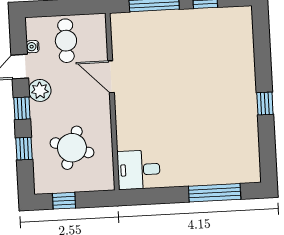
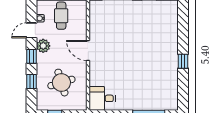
door: (111, 77) -> (88, 51), moved
round table: (72, 148) -> (61, 83), turned -36

